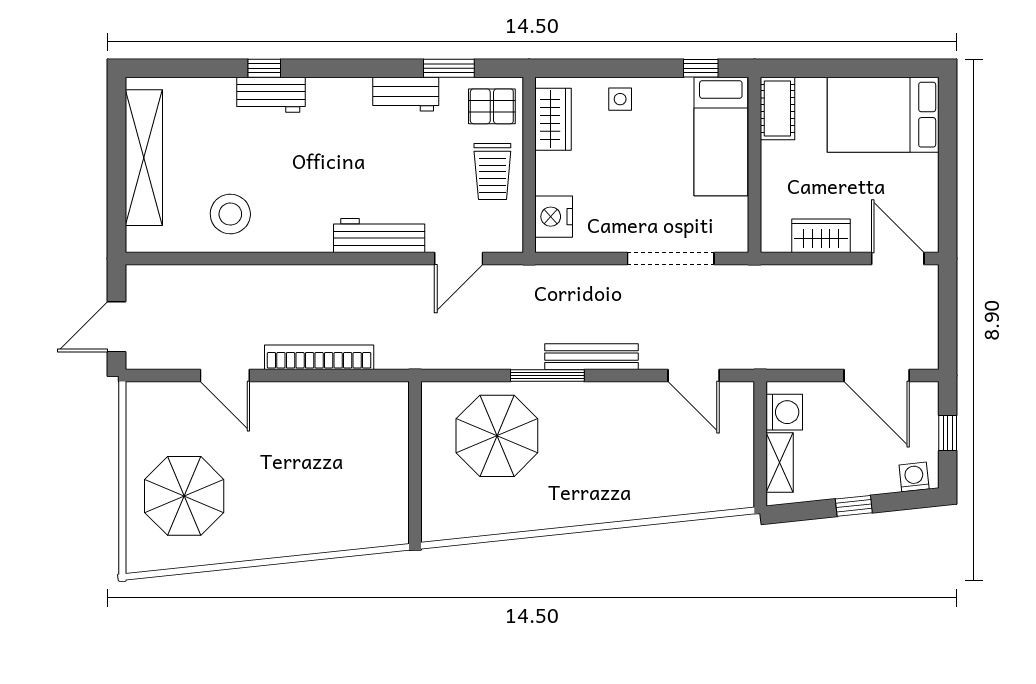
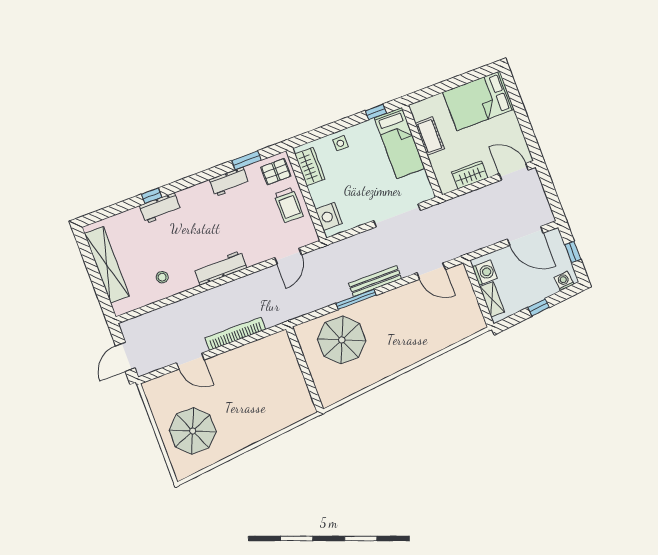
cot: (777, 108) -> (430, 136), moved
stool: (230, 214) -> (162, 277), width x0.53, depth x0.53
workbench: (379, 235) -> (220, 268), moved

